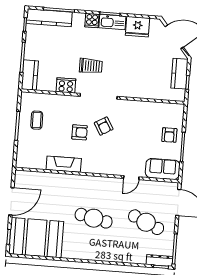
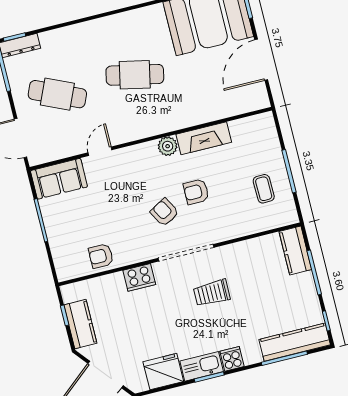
cooker: (66, 85) -> (139, 277), moved
armchair: (169, 135) -> (101, 256), moved, turned -90
plant: (88, 167) -> (168, 146), added

